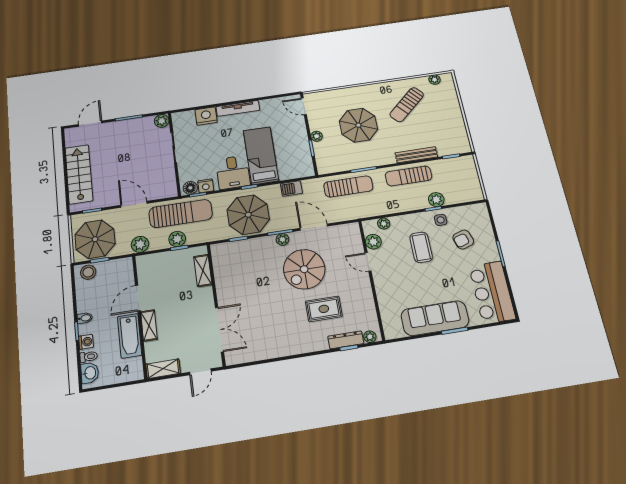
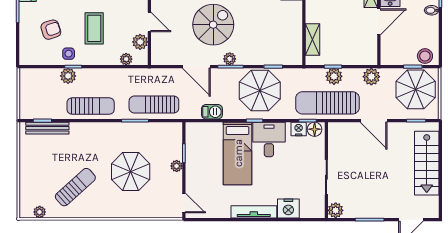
bench: (416, 155) -> (47, 128), moved

